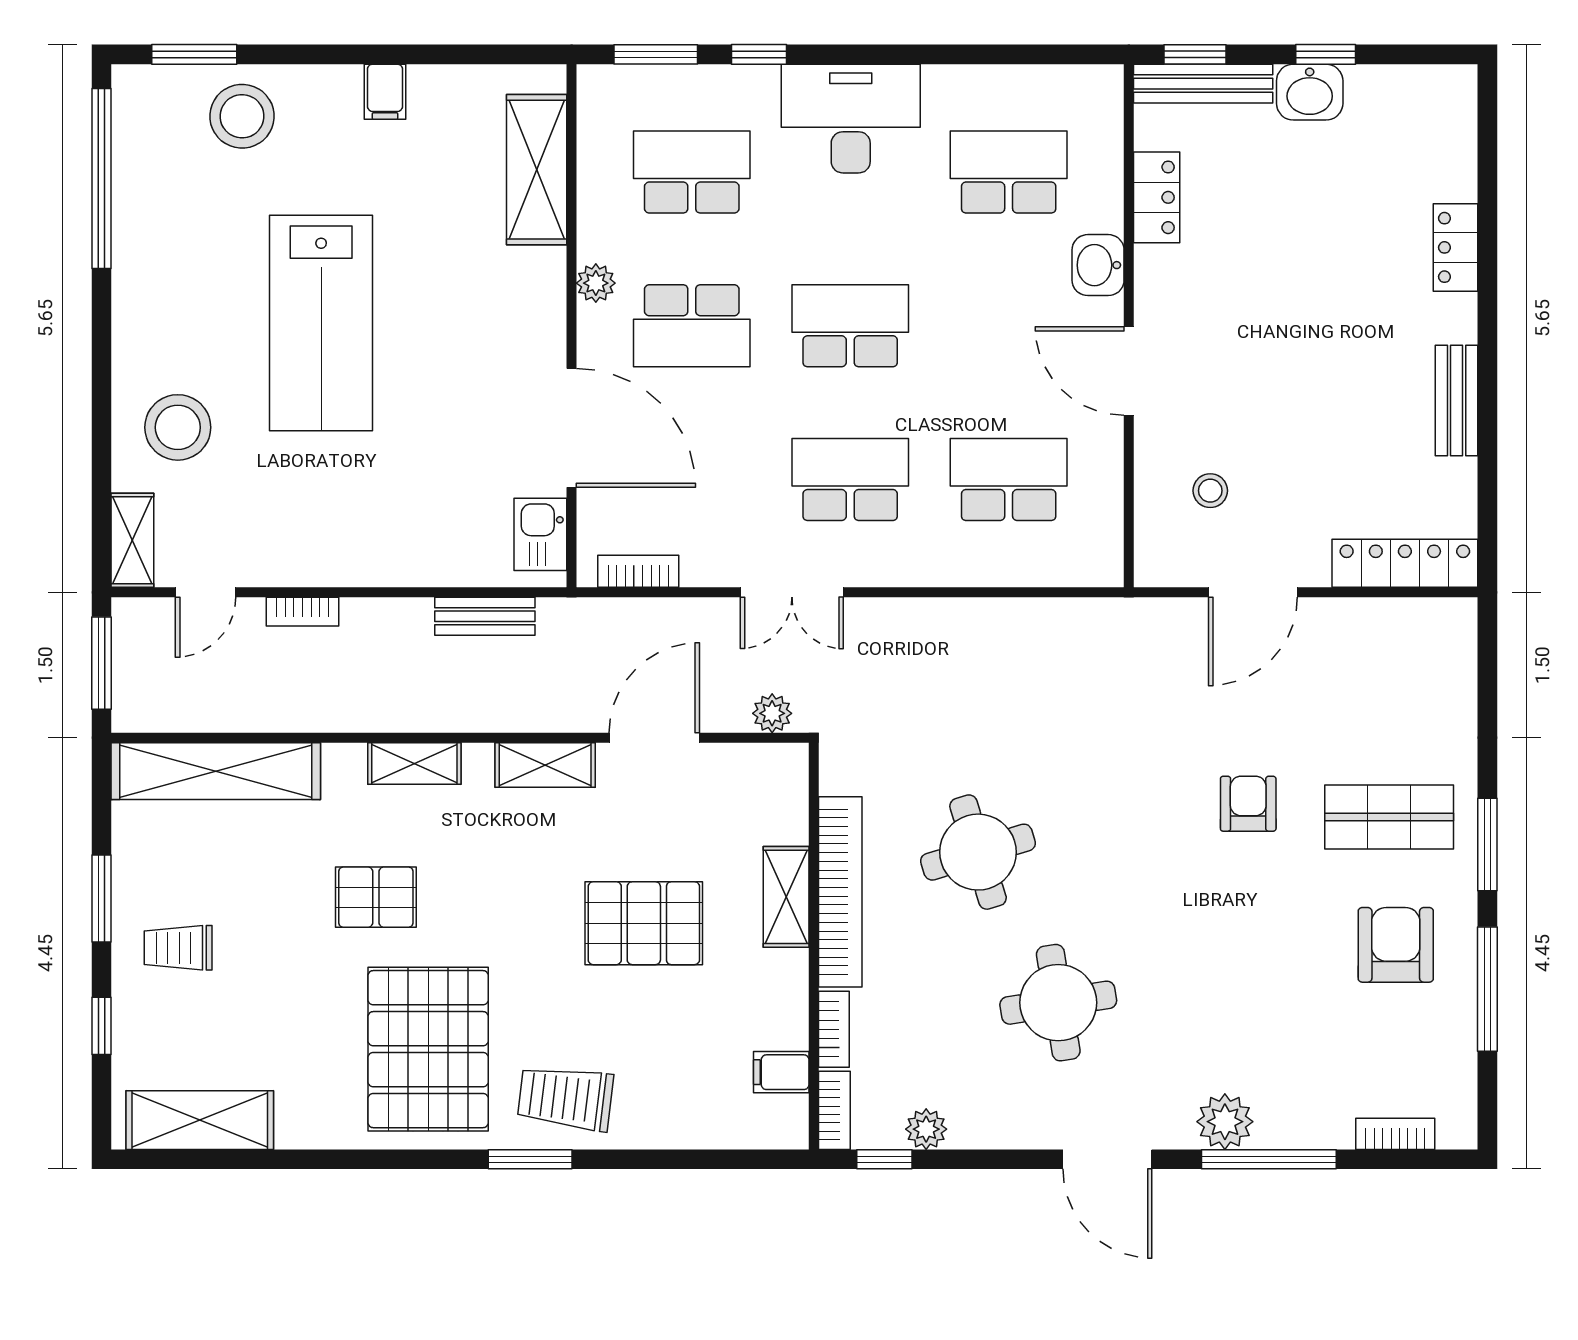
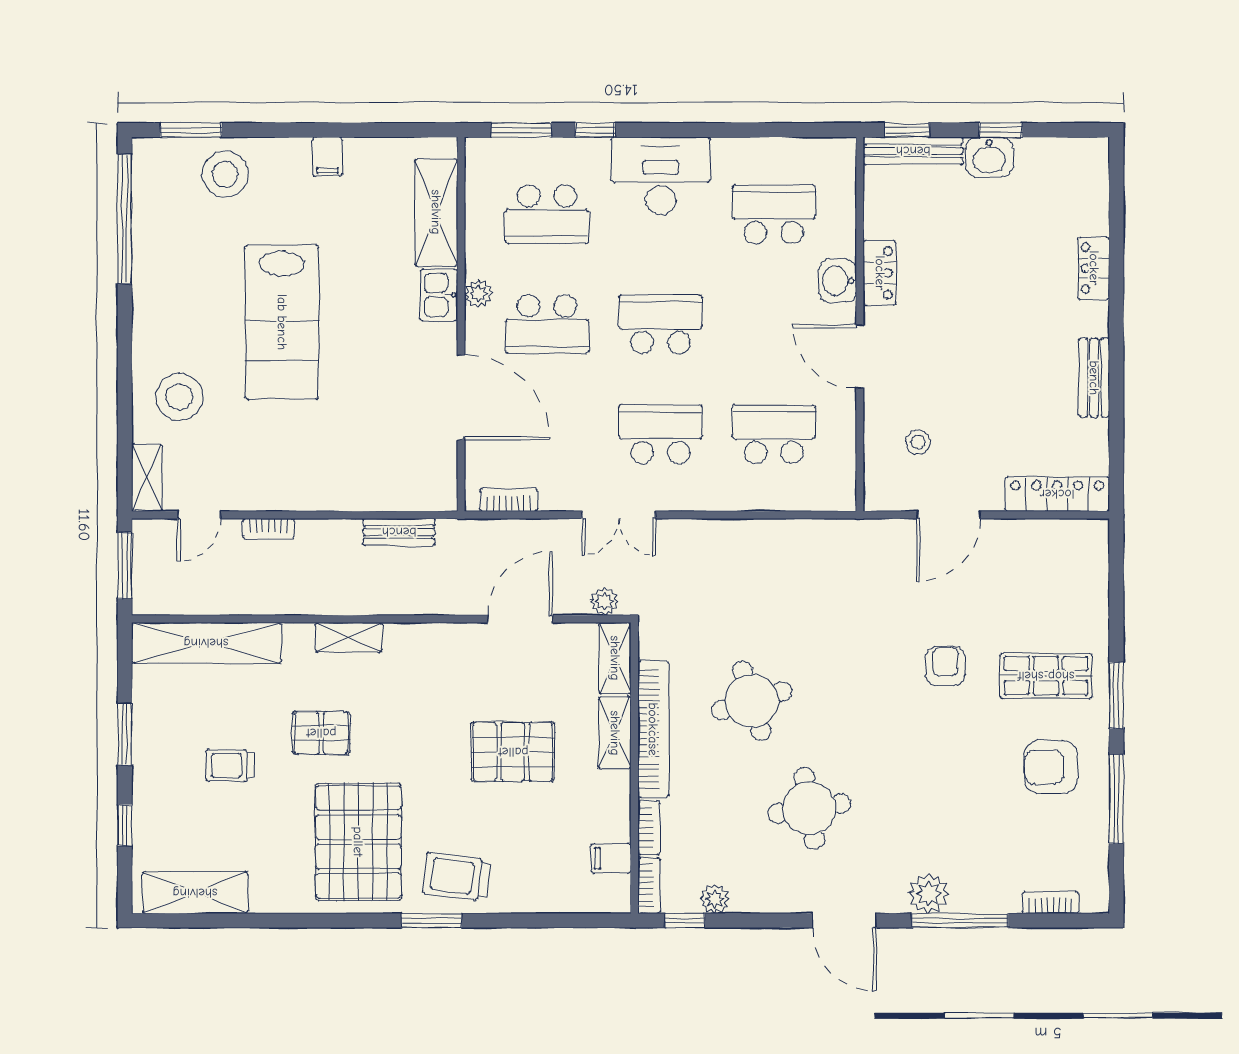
school desk: (692, 172) -> (547, 214), turned 180
locker: (1157, 197) -> (880, 273), moved
kitchen sink: (540, 534) -> (439, 295), moved
shelving: (545, 765) -> (615, 658), moved, turned 90
armchair: (1396, 945) -> (1051, 767), turned -90
trolley: (178, 948) -> (230, 766), moved

